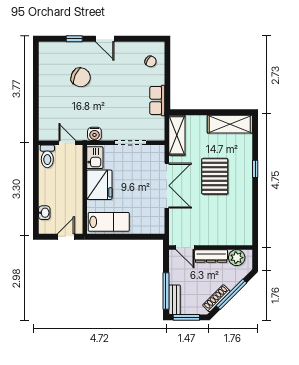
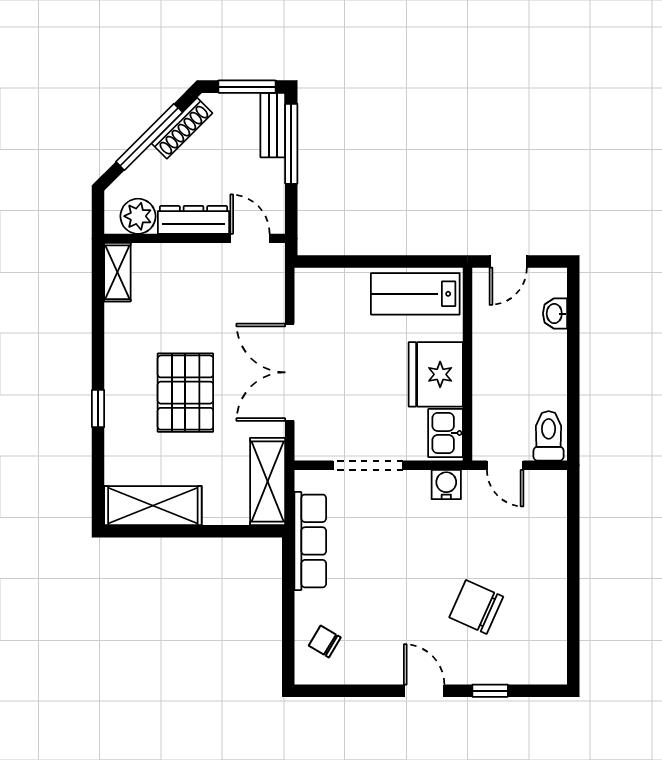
row of seats: (157, 100) -> (310, 541), width x1.48
shelving: (246, 232) -> (117, 272), added

